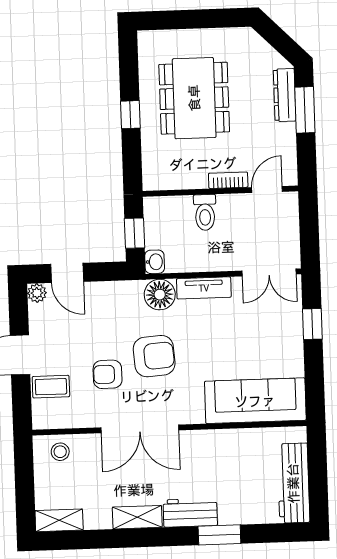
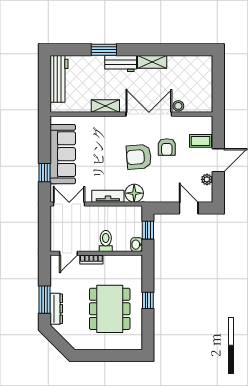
washbasin: (155, 262) -> (137, 245), moved
plant: (37, 293) -> (207, 179), moved
armchair: (108, 374) -> (167, 147), turned 90
sofa: (255, 401) -> (63, 154), moved, turned -90
stool: (60, 452) -> (178, 106), moved
shelving: (59, 520) -> (105, 106), moved

